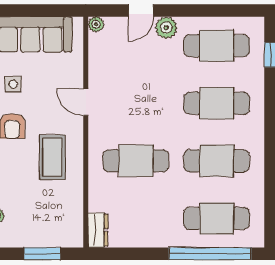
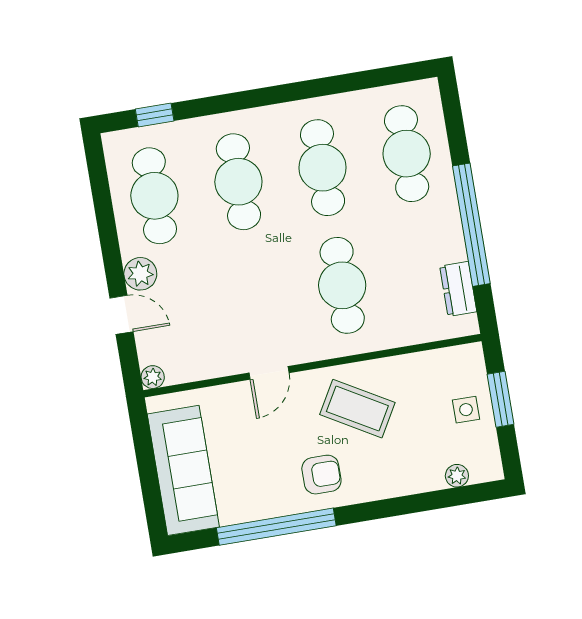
side table: (13, 84) -> (466, 410), moved
coffee table: (52, 157) -> (357, 409), turned 30
dresser: (98, 230) -> (458, 289), moved, turned -90
window: (210, 254) -> (471, 225), moved

